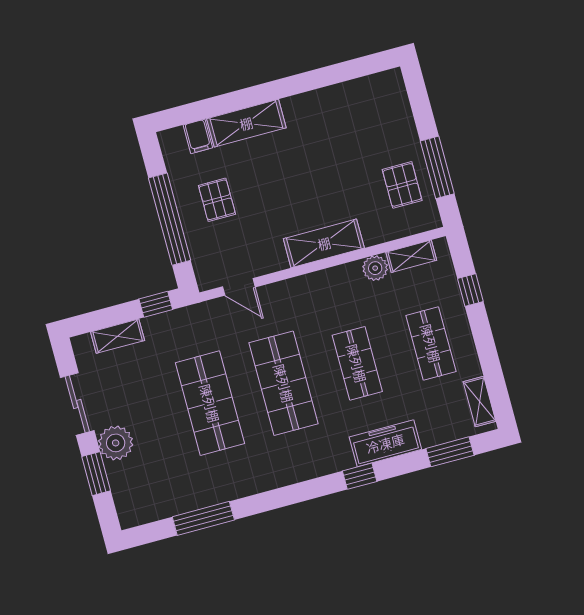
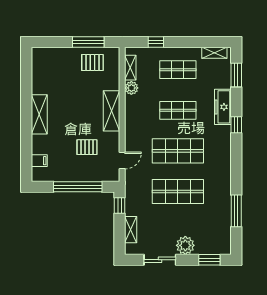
shelving: (246, 123) -> (39, 114), moved
pallet: (217, 200) -> (87, 147), moved
window: (96, 474) -> (209, 260), moved

